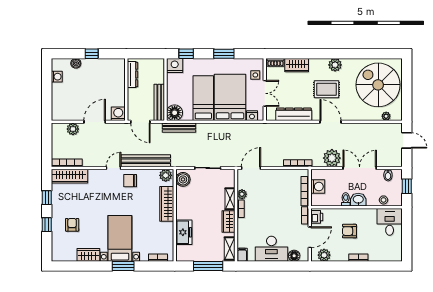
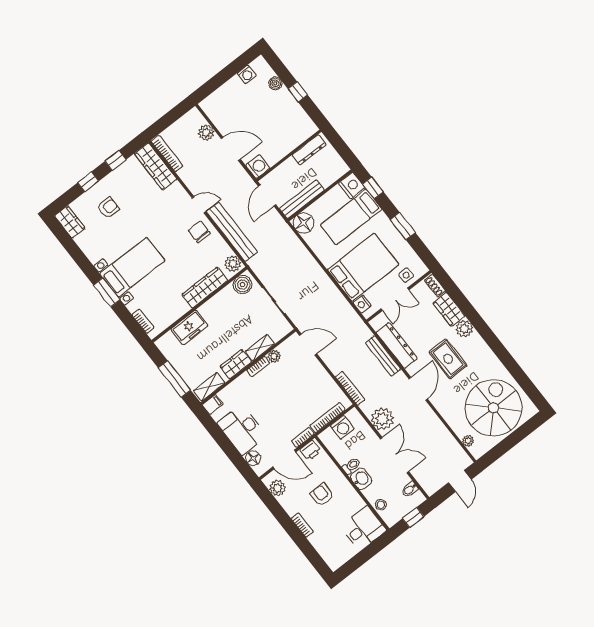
plant: (335, 65) -> (464, 329), moved
bed: (203, 98) -> (351, 217), moved, turned 180
bench: (179, 128) -> (383, 356), moved
wardrobe: (88, 255) -> (70, 222), moved

